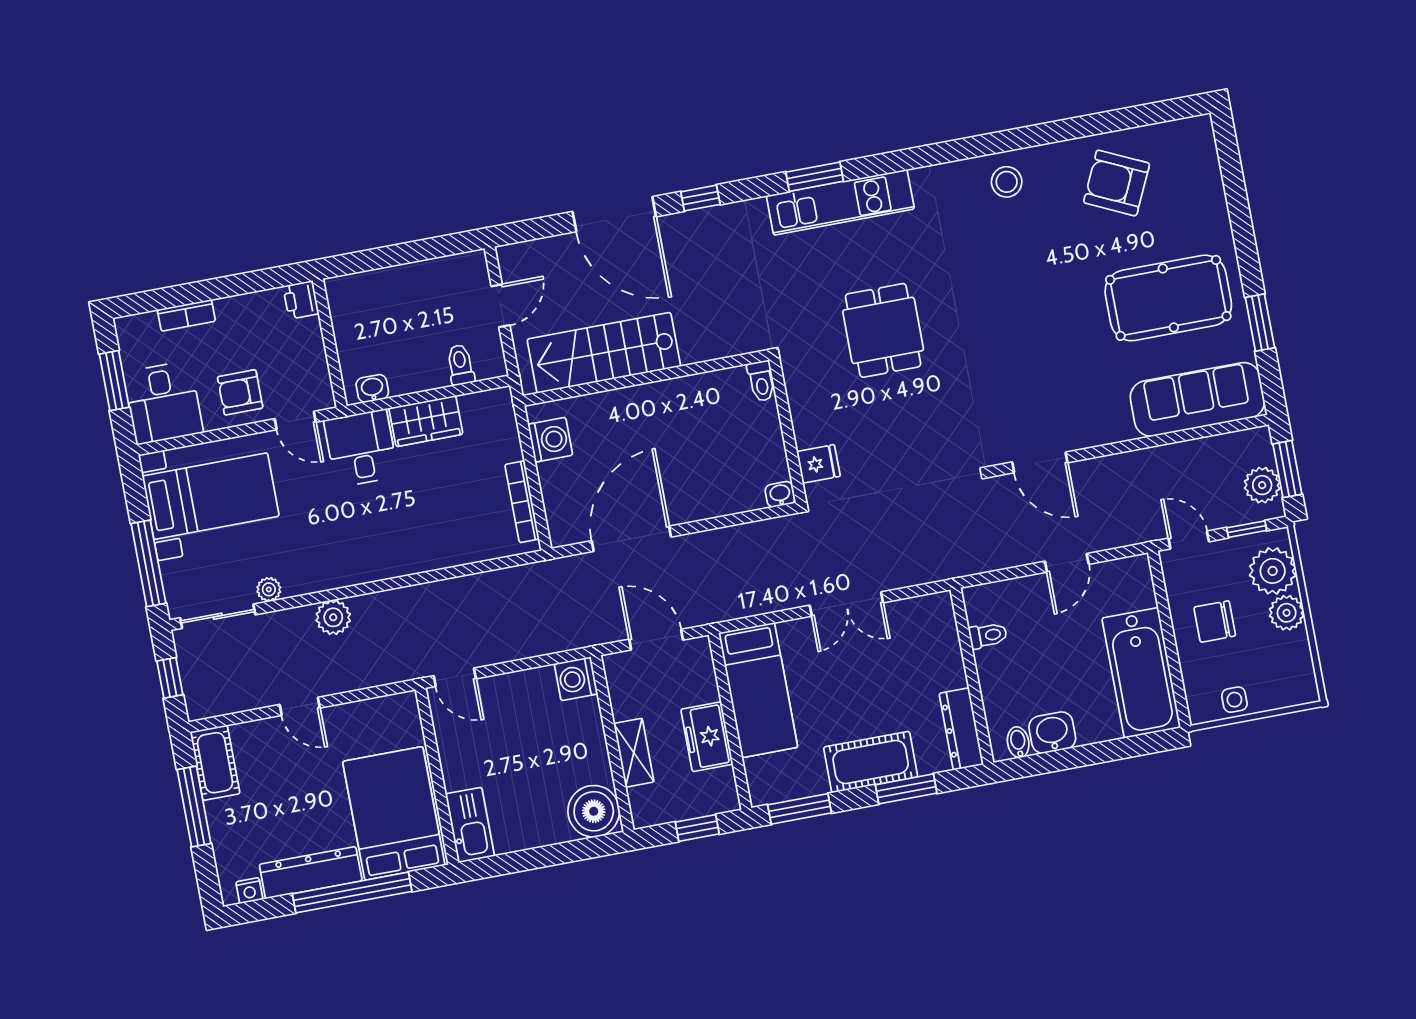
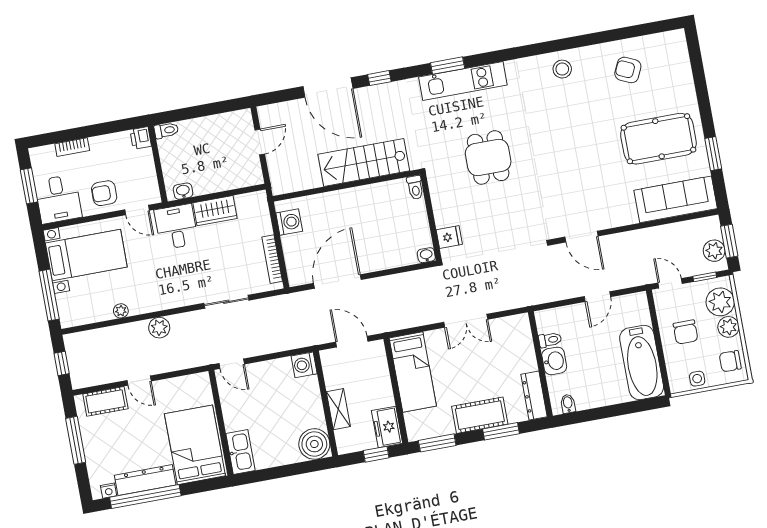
armchair: (1117, 183) -> (628, 70), width x0.72, depth x0.72
stairs: (604, 353) -> (364, 163), moved
toilet: (460, 365) -> (166, 130), moved, turned 90
sliding door: (218, 616) -> (226, 302), moved
chair: (1215, 622) -> (686, 332), turned -90
chair: (1290, 670) -> (730, 361), added
washbasin: (1052, 733) -> (554, 361), moved, turned 90
freezer: (707, 737) -> (387, 427), moved
cot: (215, 763) -> (105, 401), moved, turned 90
window: (352, 893) -> (145, 497), moved

